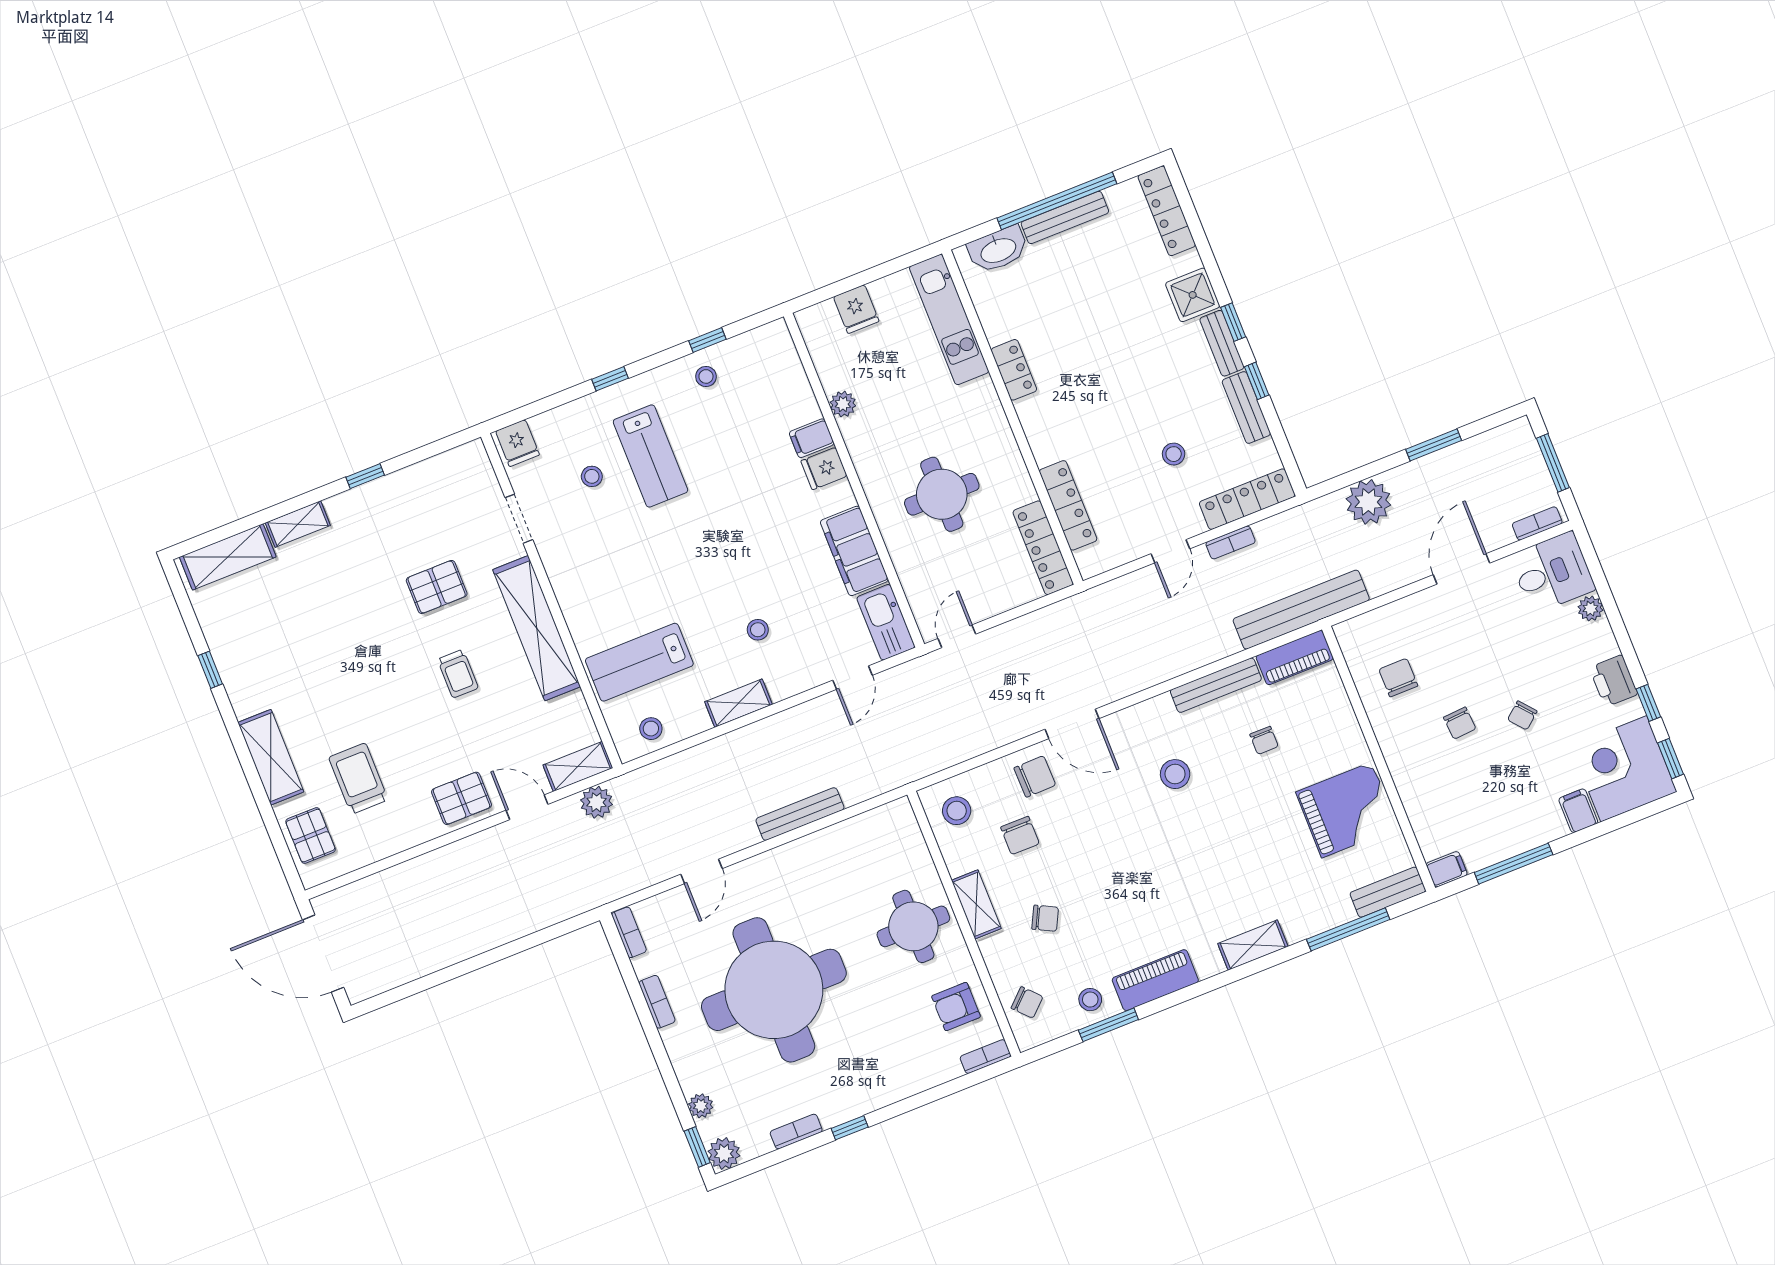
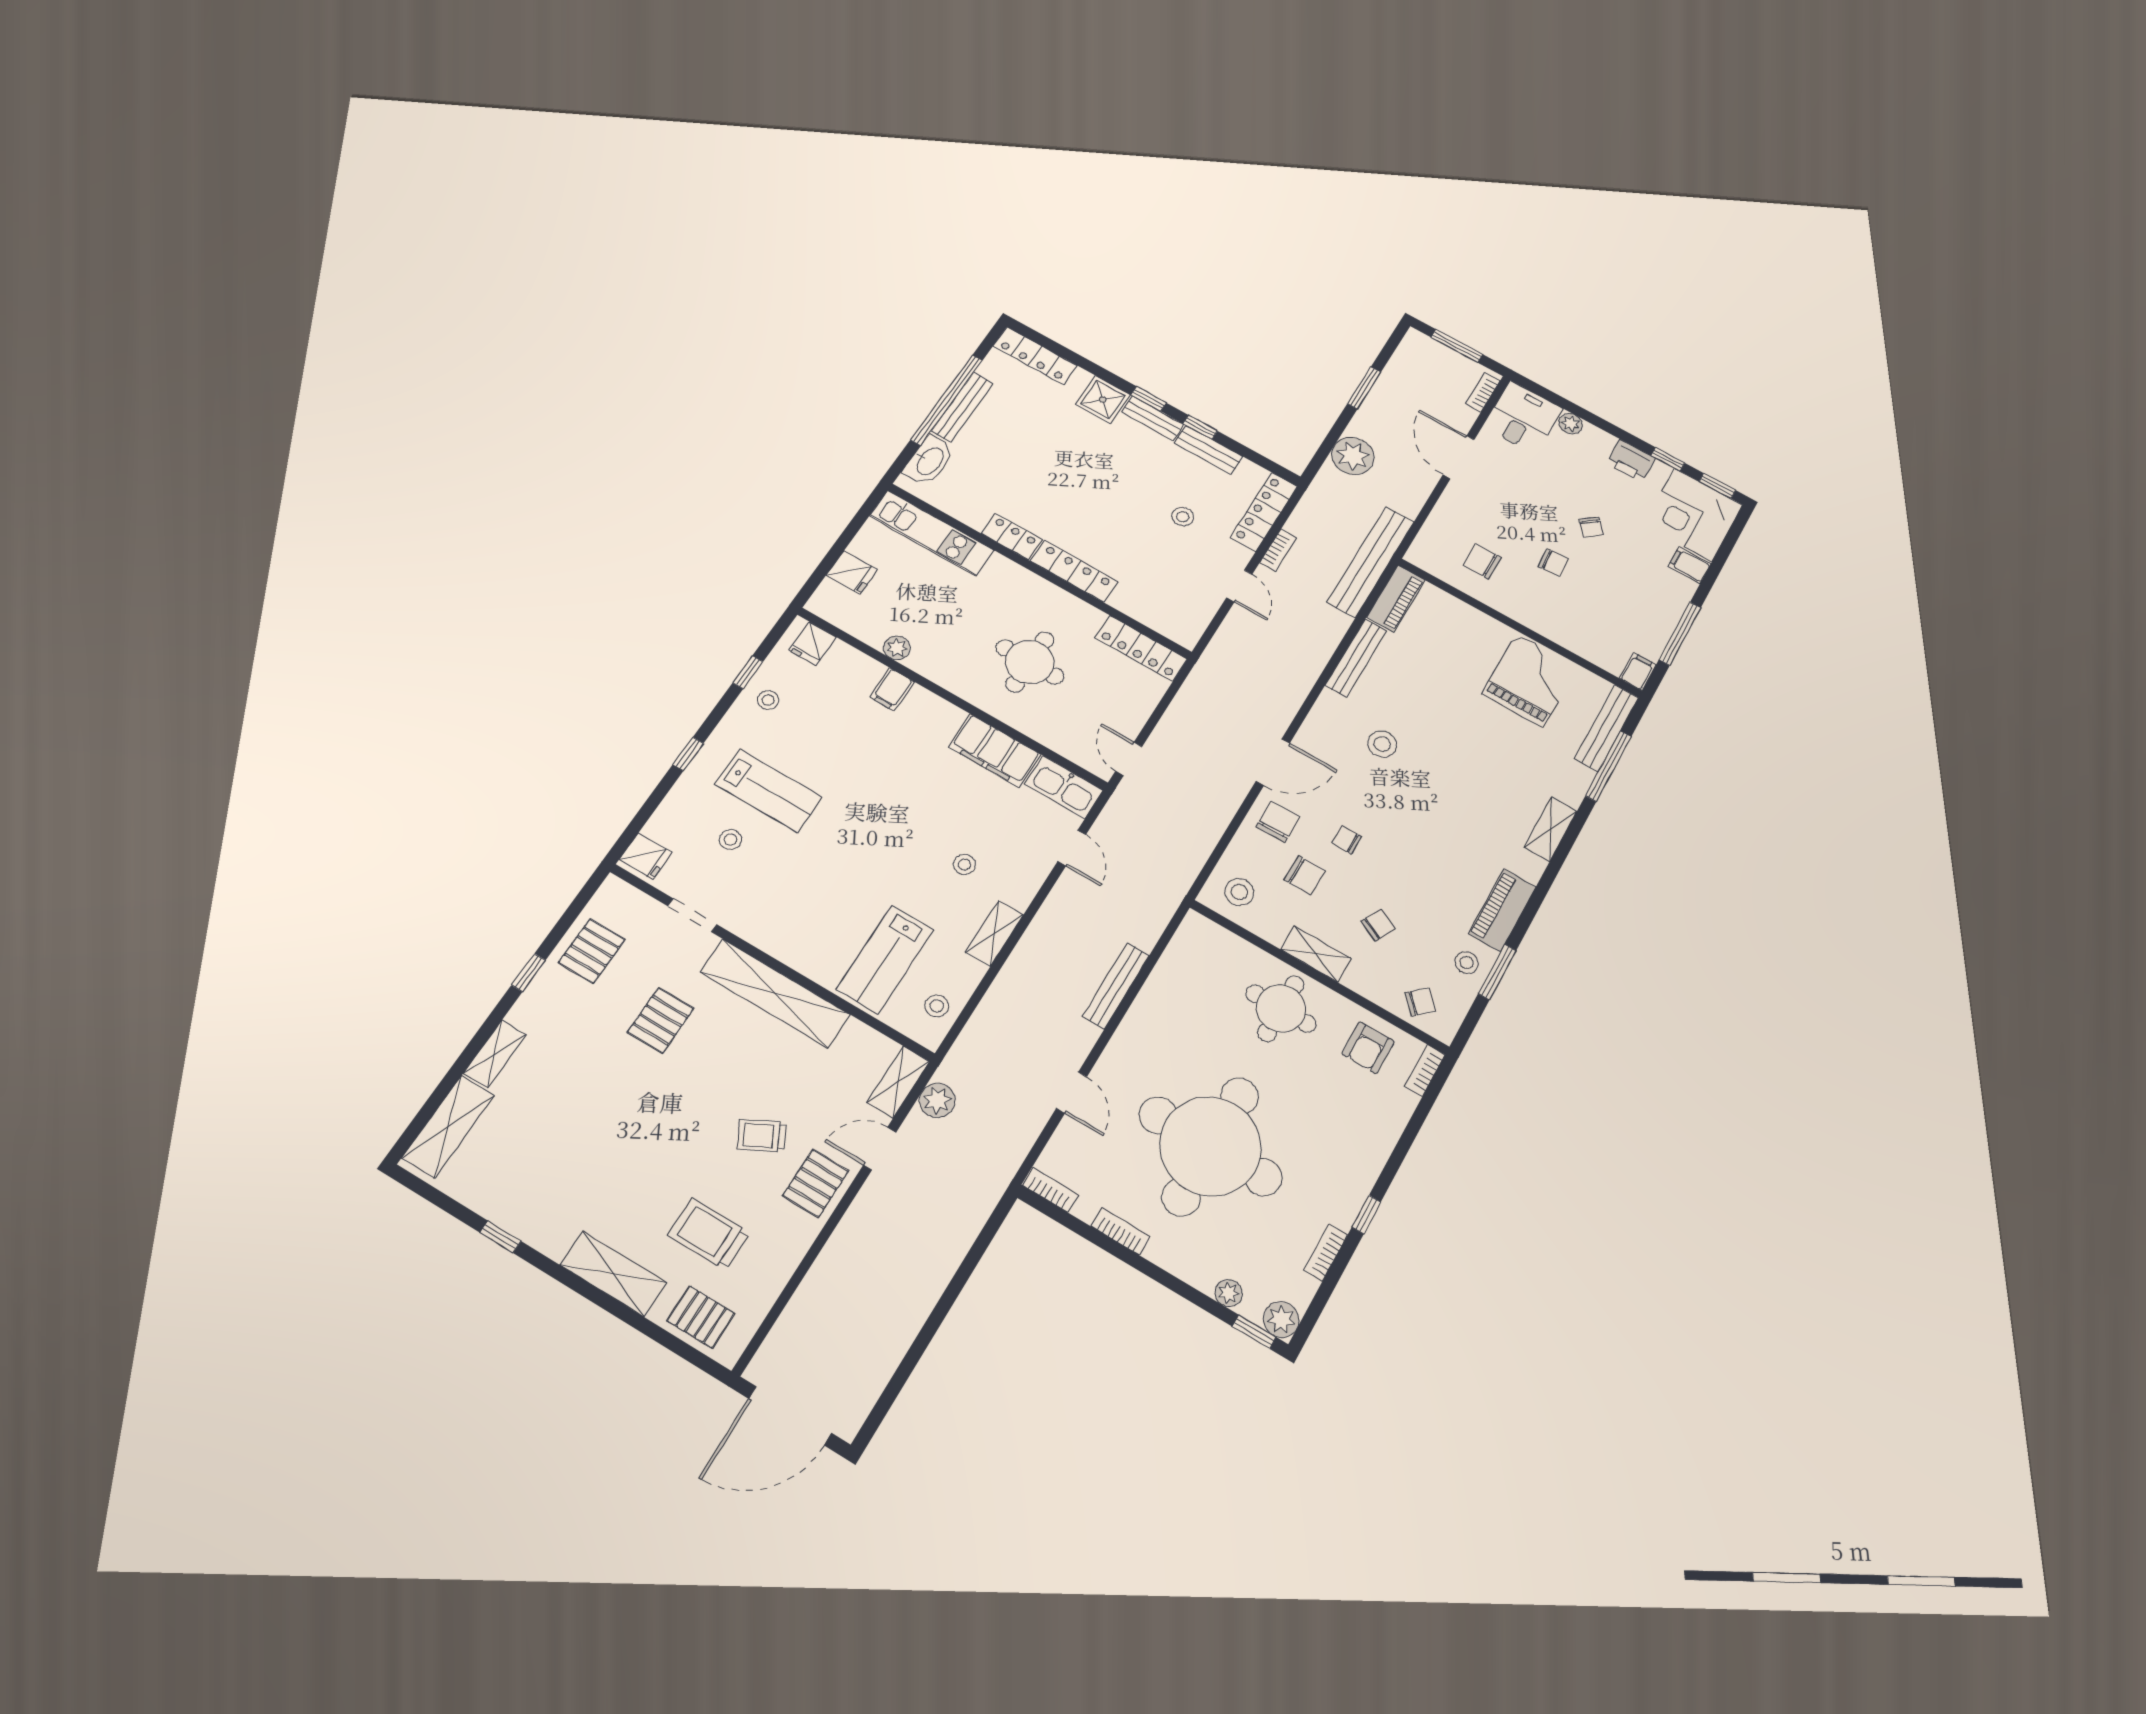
fridge: (824, 468) -> (813, 644), moved
pallet: (424, 493) -> (592, 951), added
locker: (1068, 505) -> (1074, 571), moved
trolley: (458, 674) -> (762, 1136), moved, turned 152
chair: (1264, 740) -> (1347, 840), moved, turned 180
bench: (1388, 892) -> (1606, 728), width x1.36

